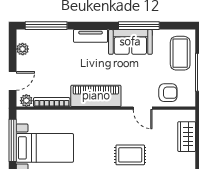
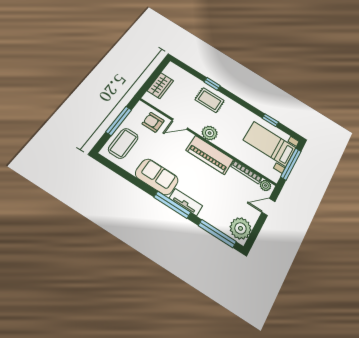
window: (139, 26) -> (172, 205), moved
plant: (23, 49) -> (240, 228), width x1.87, depth x1.87
door: (143, 108) -> (180, 124), swing flipped
plant: (109, 119) -> (210, 133), added

